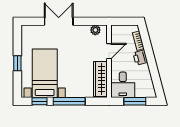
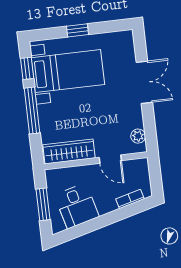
printer: (140, 58) -> (106, 205), removed
desk: (123, 85) -> (77, 206), moved, turned -105

